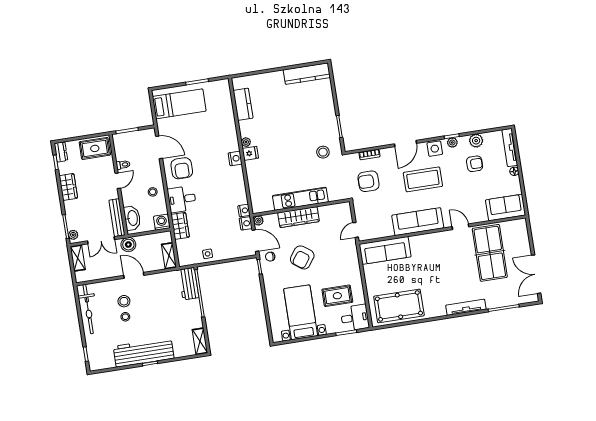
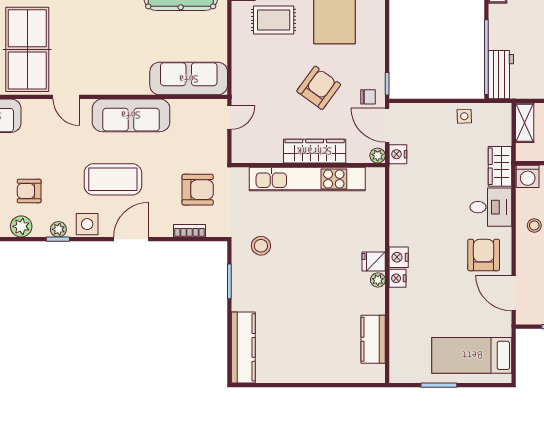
kitchen counter: (307, 74) -> (243, 347), moved, turned 90
kitchen unit: (300, 199) -> (307, 179), width x1.36
nightstand: (244, 211) -> (397, 278), moved

